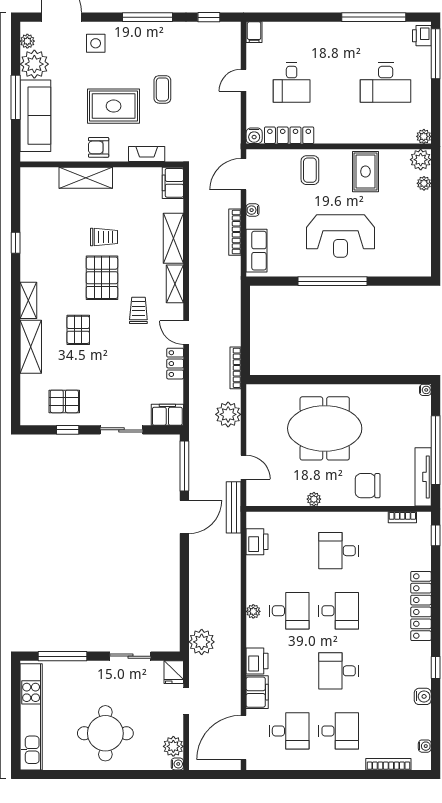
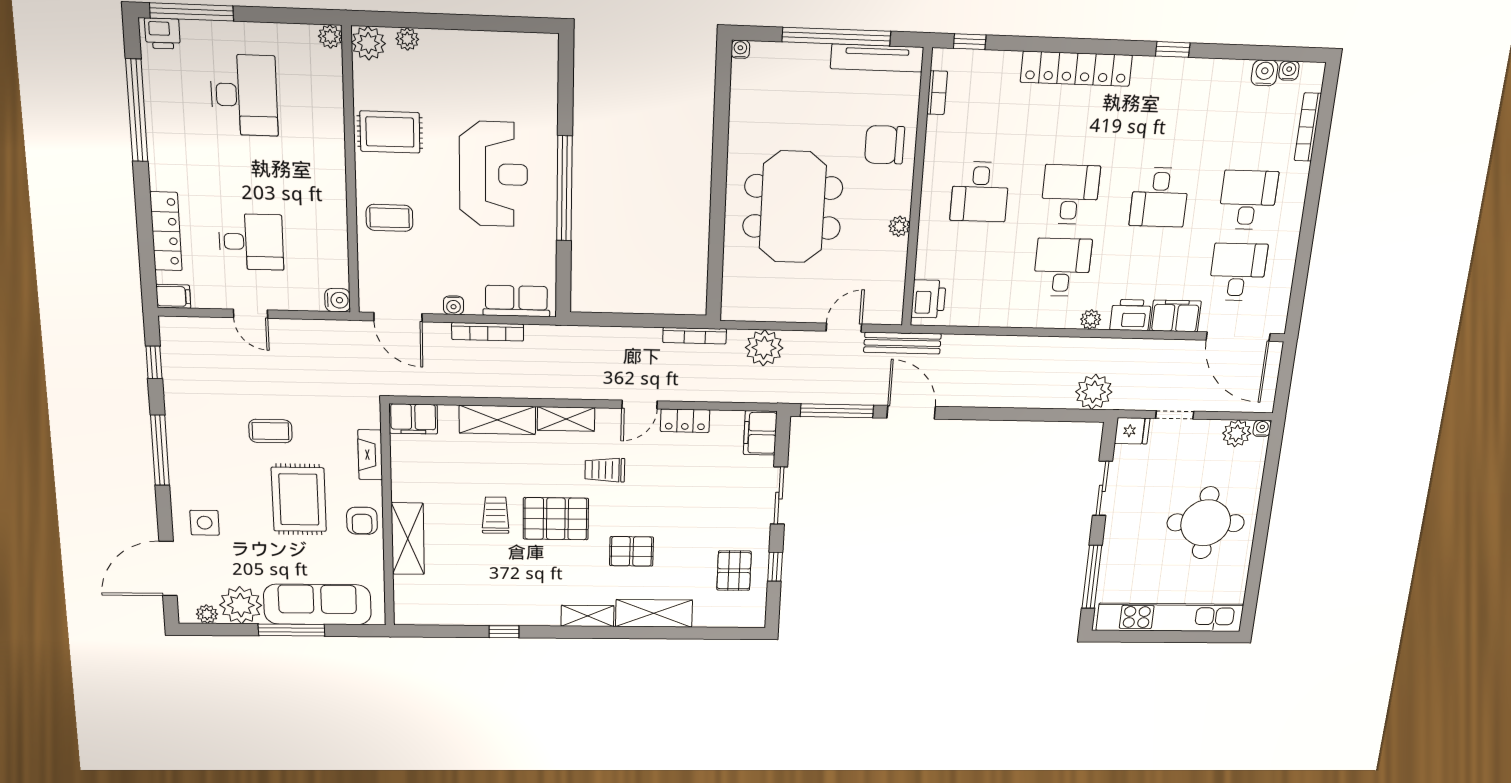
locker: (289, 135) -> (166, 231), moved, turned 180
chair: (368, 486) -> (885, 145), turned 90
printer: (257, 542) -> (928, 299), moved, turned 90
plant: (253, 611) -> (1091, 319), moved
water cooler: (423, 696) -> (1265, 73), moved

